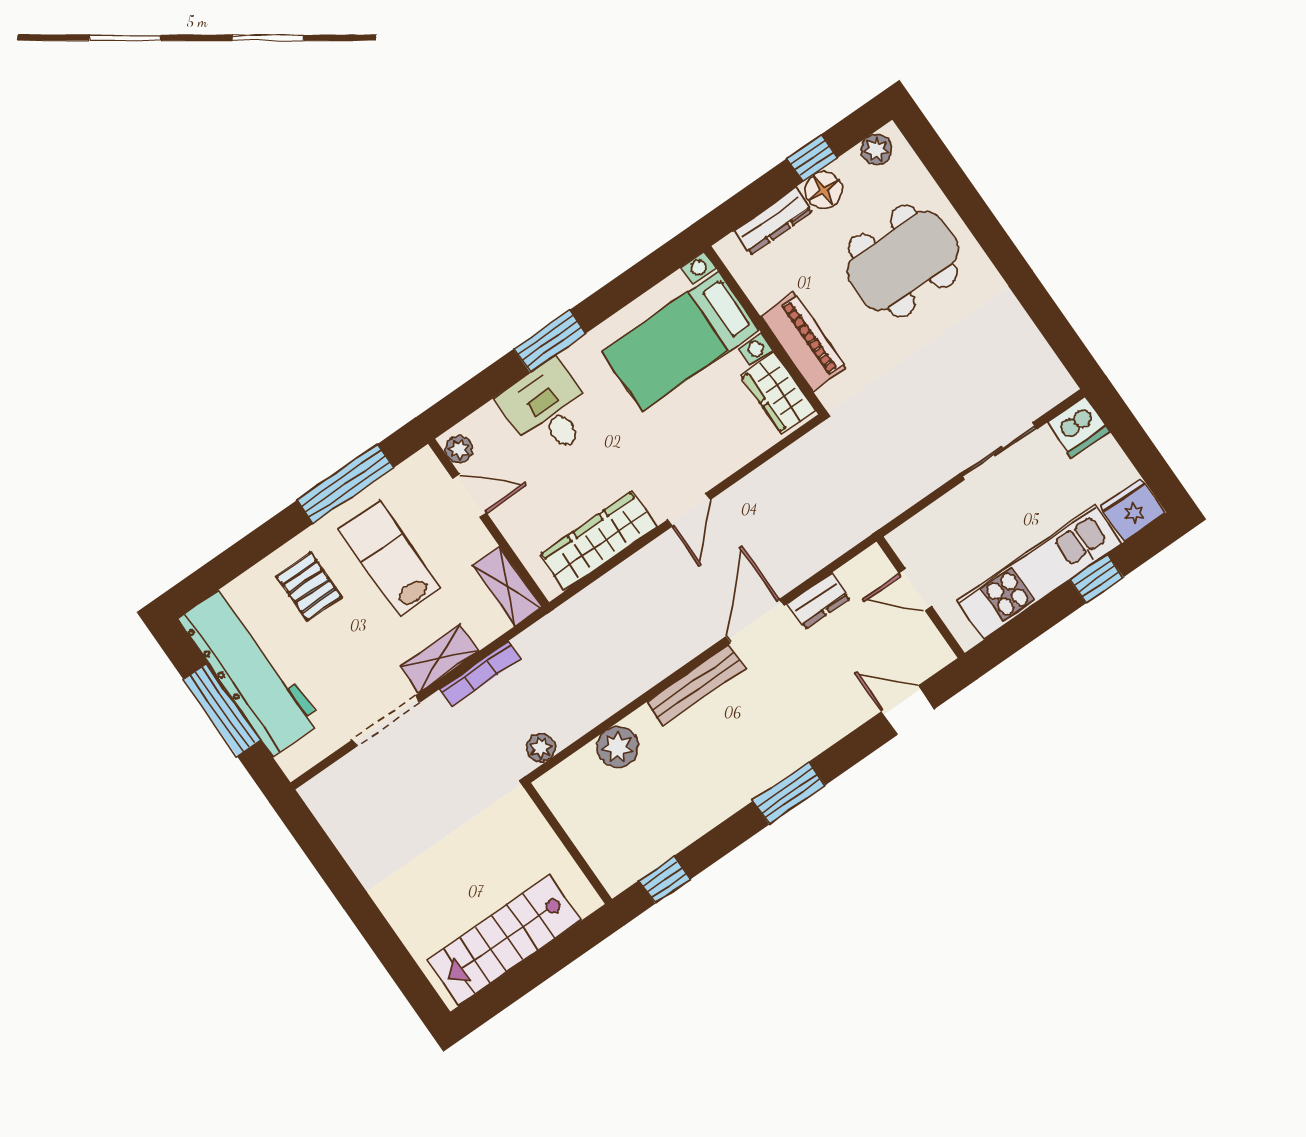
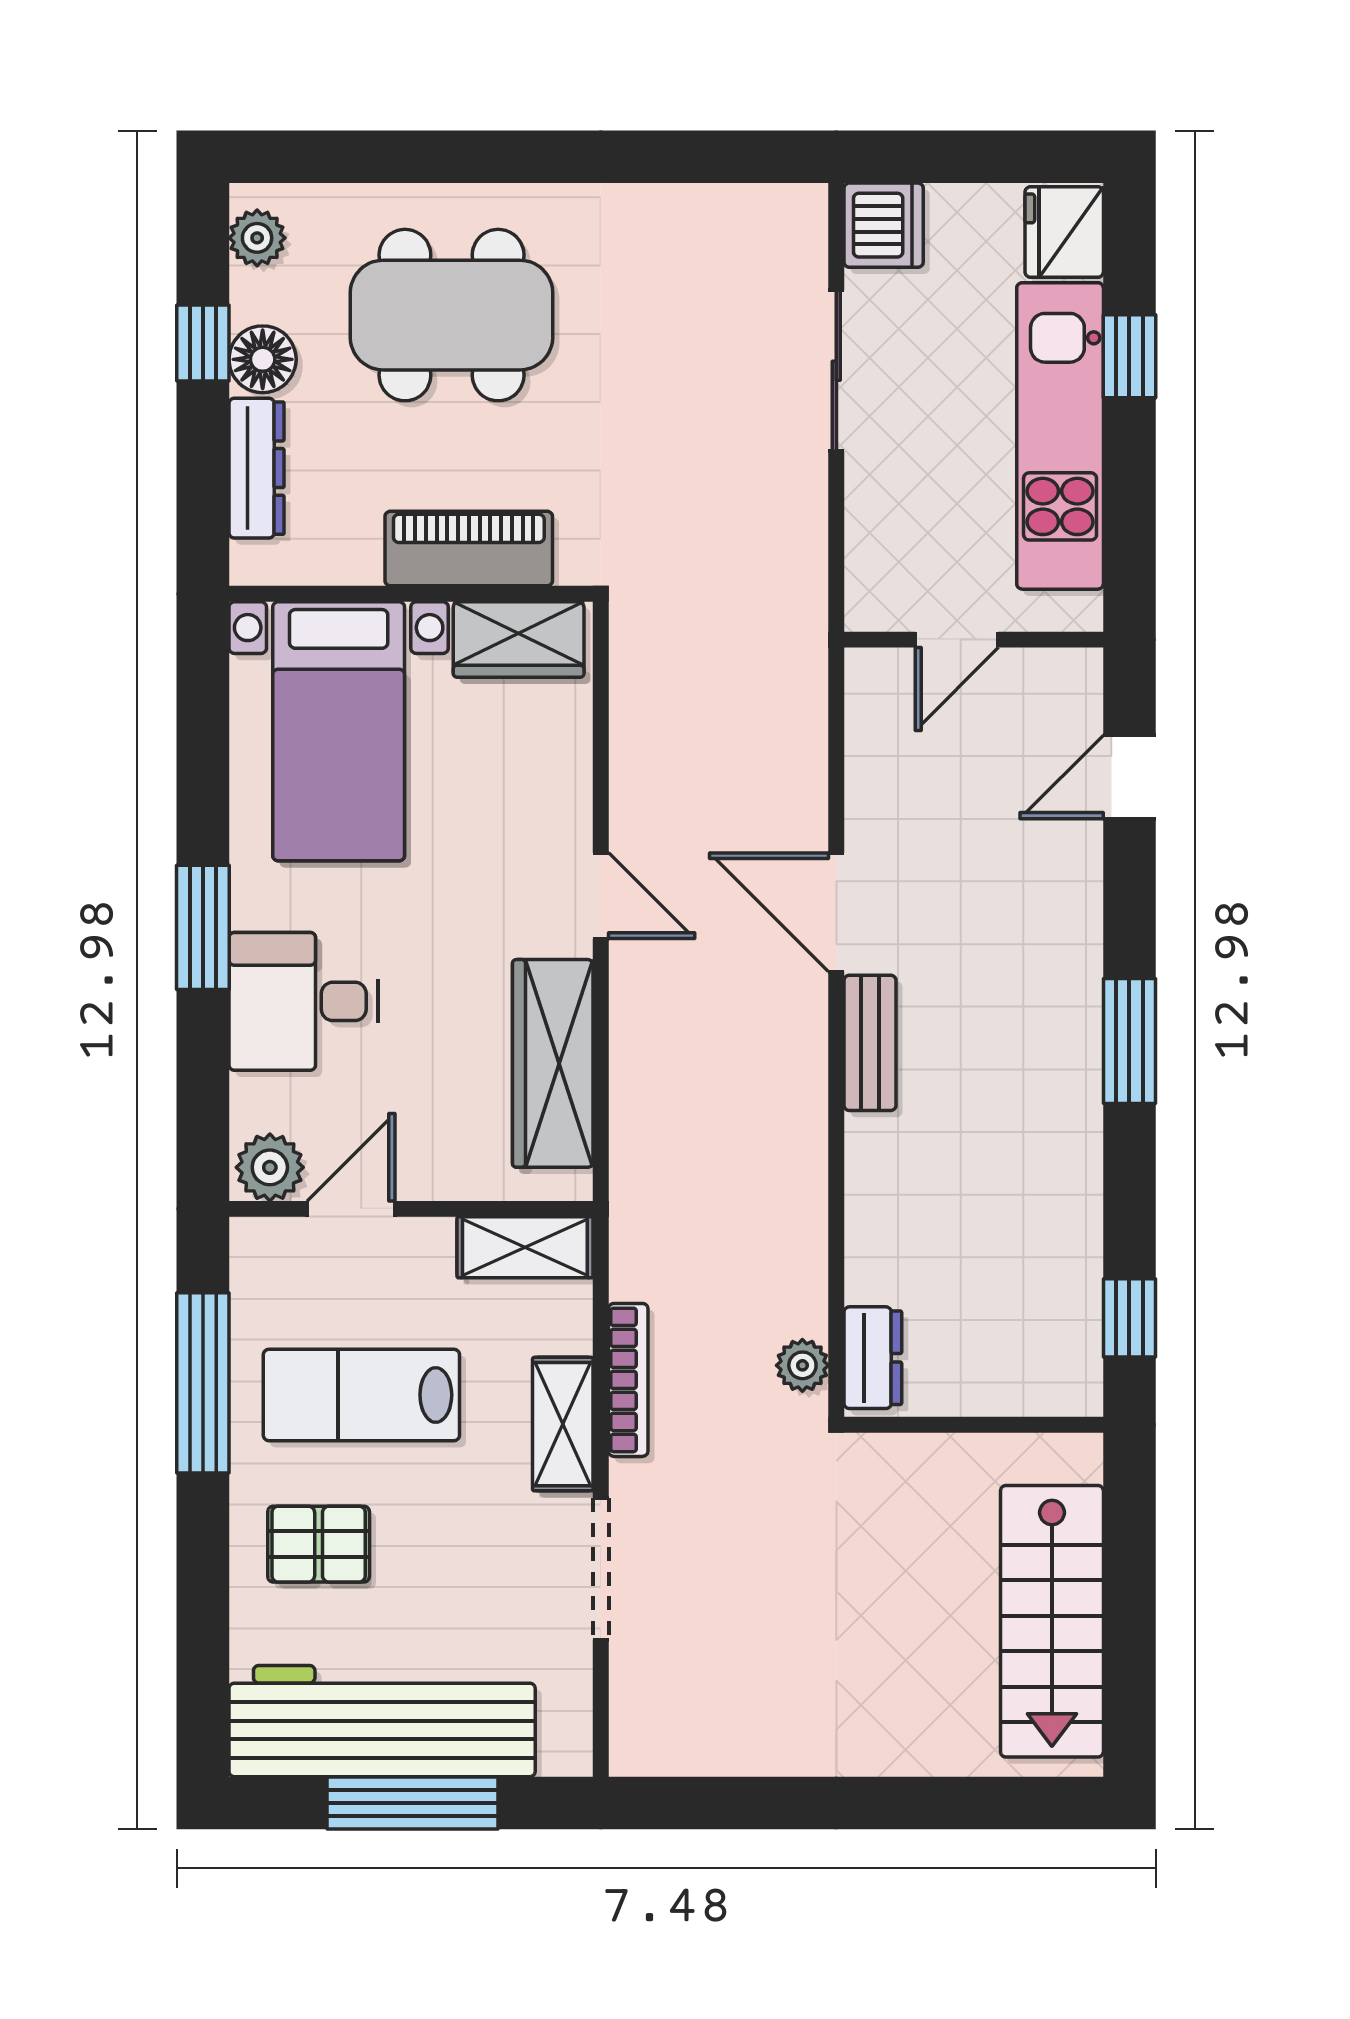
dining table: (903, 261) -> (452, 315), turned 90
plant: (459, 449) -> (270, 1167), width x1.38, depth x1.38
dresser: (819, 601) -> (873, 1358), moved
bench: (696, 685) -> (870, 1043), width x0.73
plant: (618, 747) -> (881, 1250), removed

